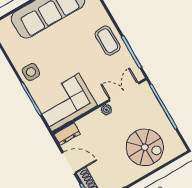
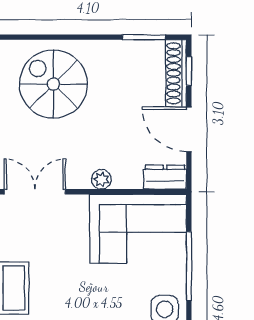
double door: (124, 92) -> (35, 192), swing flipped
plant: (106, 110) -> (101, 179), moved

